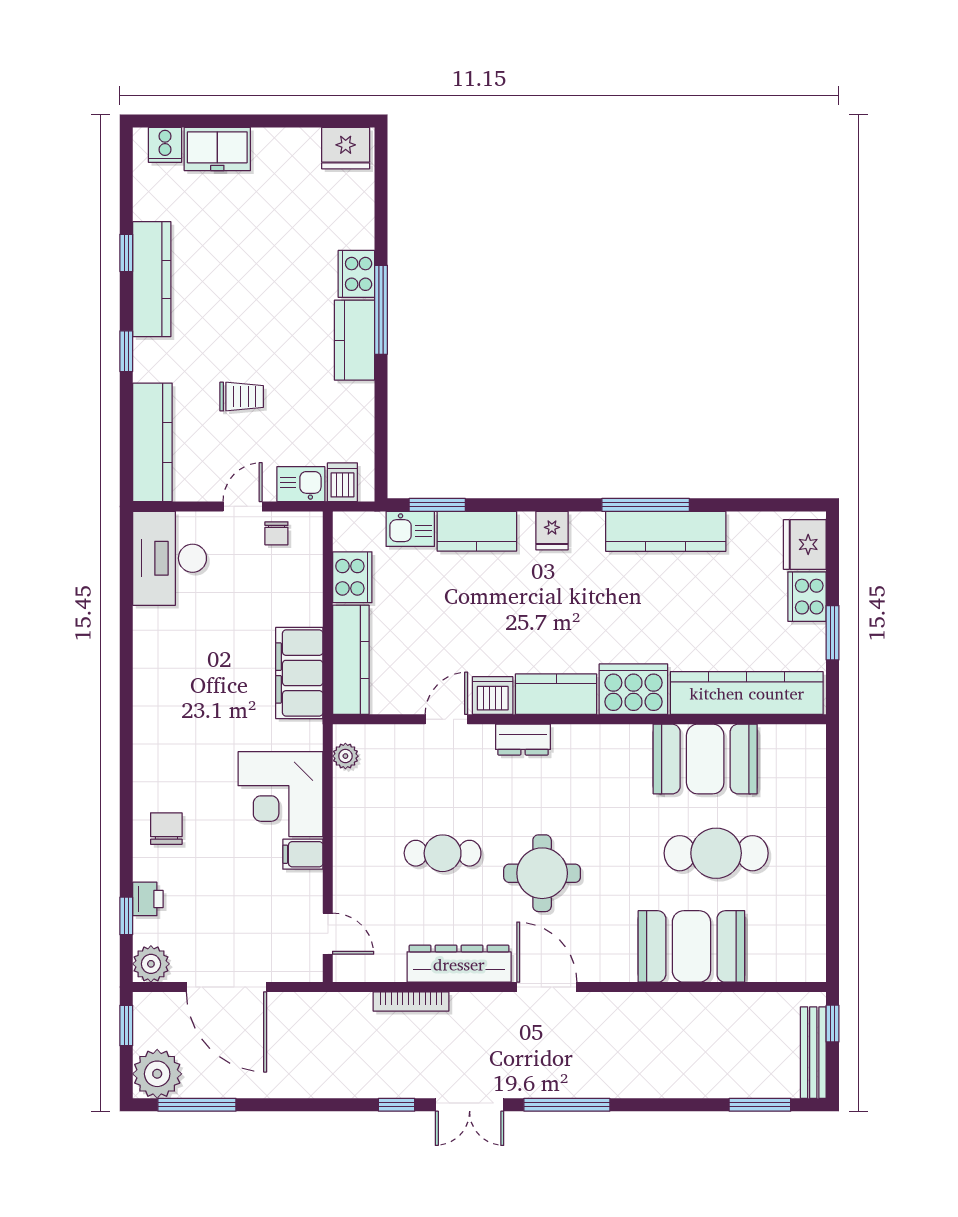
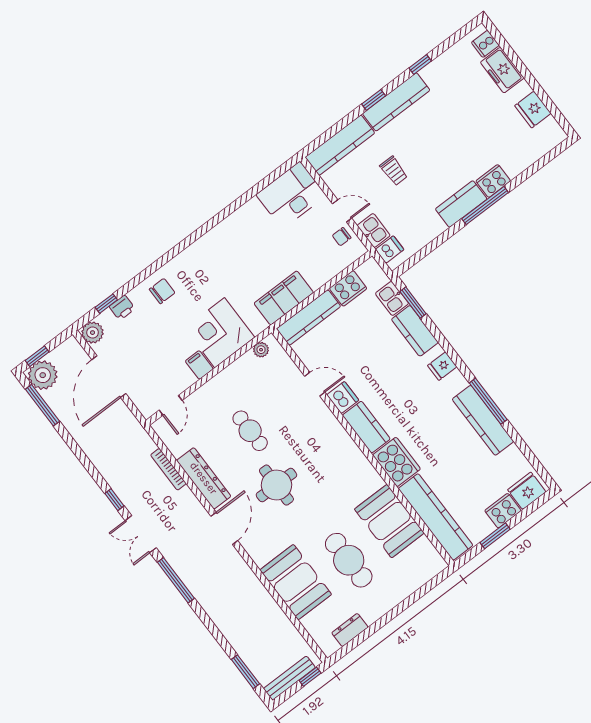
fridge: (346, 148) -> (533, 109), moved
kitchen counter: (152, 279) -> (396, 102), moved
dresser: (523, 740) -> (350, 630), moved, turned 90
window: (126, 1025) -> (37, 356), moved

